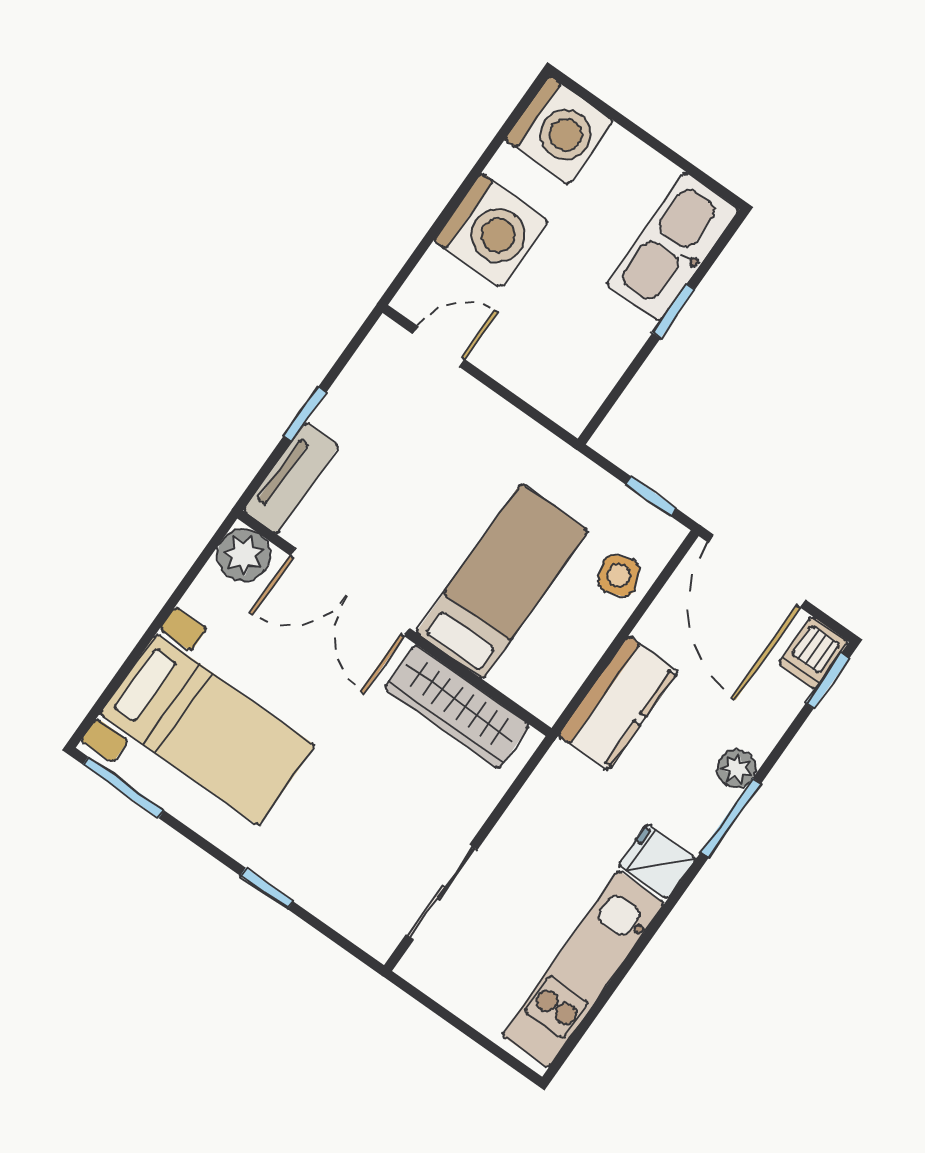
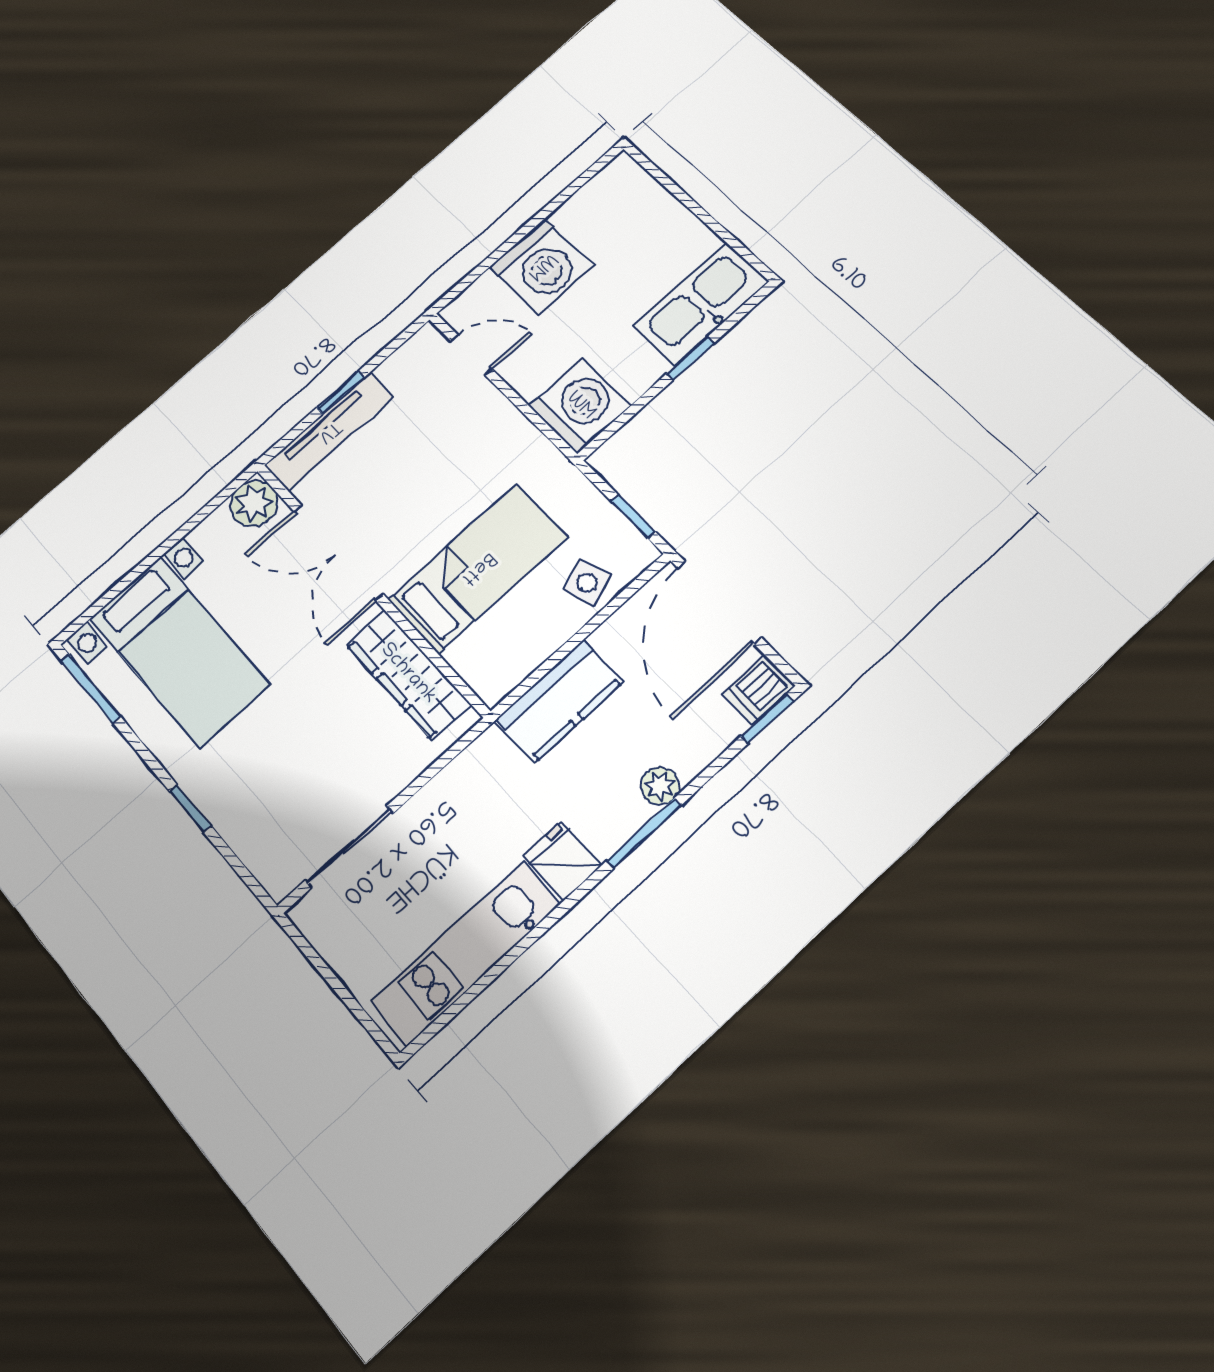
washing machine: (559, 130) -> (580, 406), moved, turned -90
tv unit: (291, 478) -> (329, 431), width x1.41

